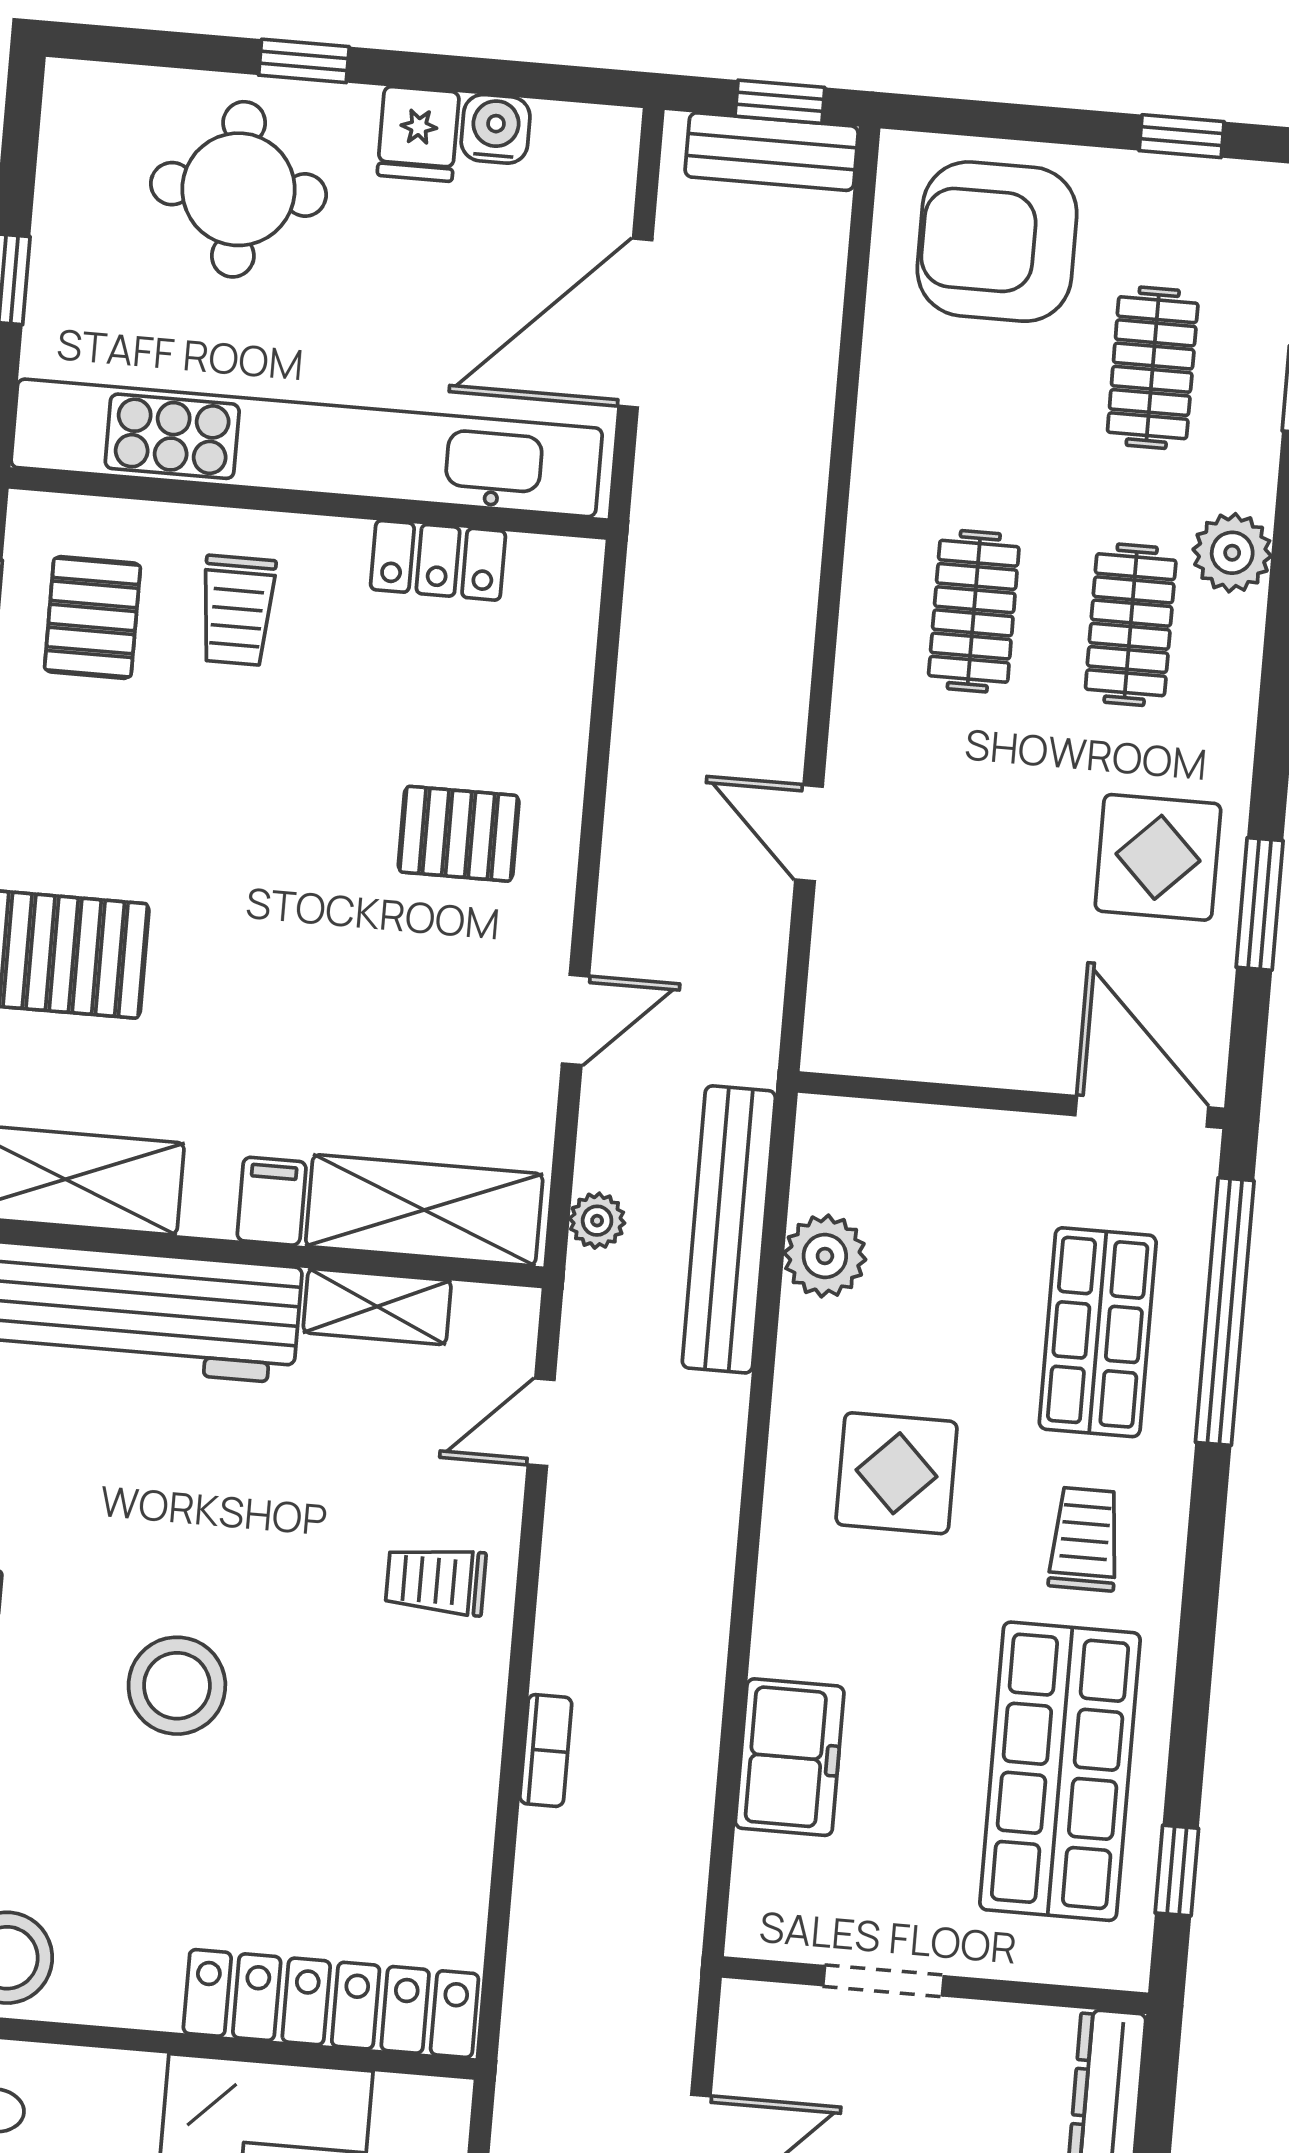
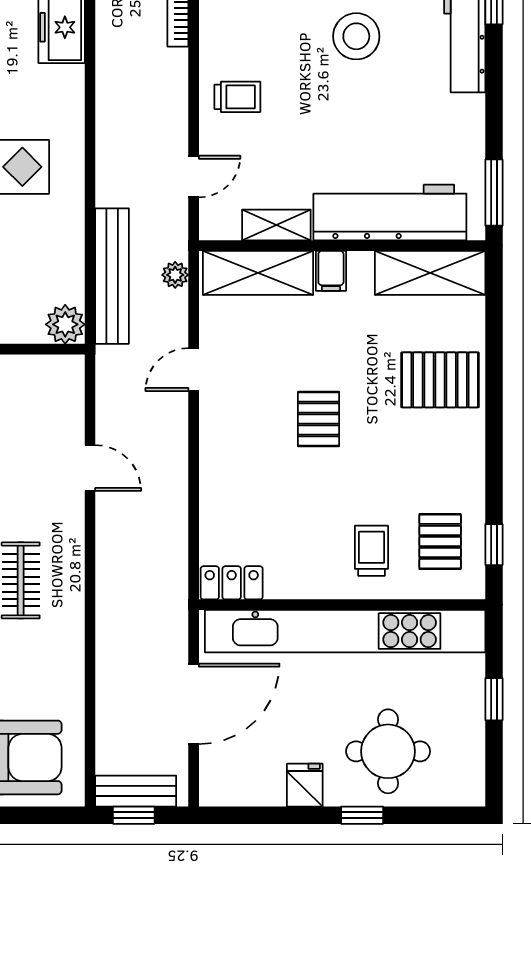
water cooler: (496, 129) -> (268, 791), removed
locker: (438, 560) -> (232, 583), moved
pallet: (459, 834) -> (318, 419), moved, turned 90
plant: (825, 1256) -> (65, 324), moved

